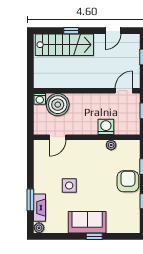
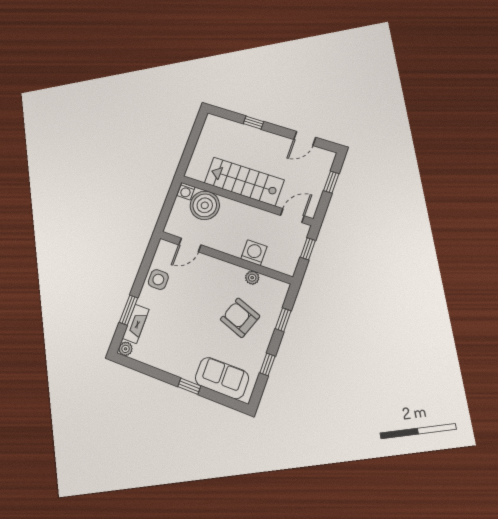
stairs: (64, 45) -> (244, 181), moved, turned 180
armchair: (128, 181) -> (240, 318), moved, turned -70
side table: (69, 185) -> (158, 280), moved
sofa: (87, 222) -> (222, 378), moved

